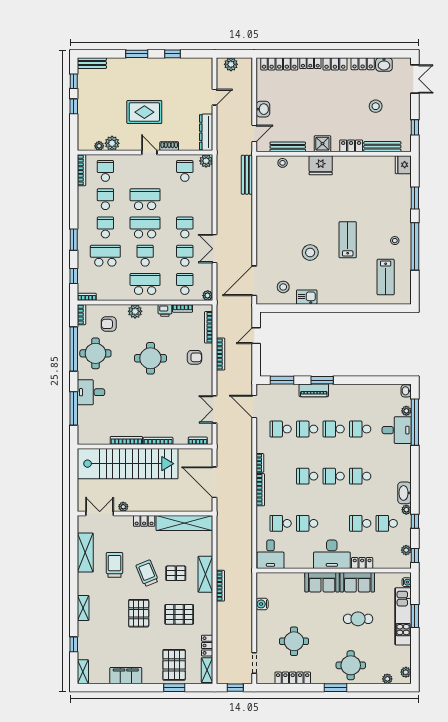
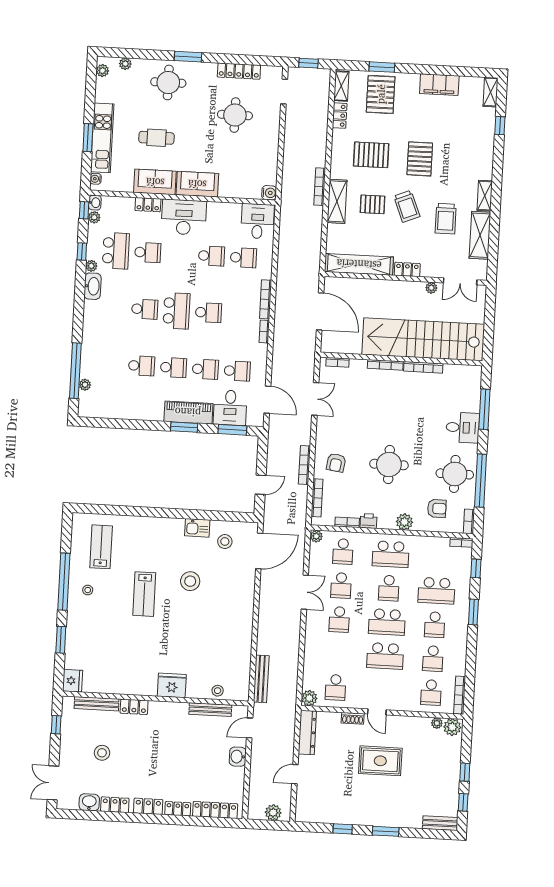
plant: (112, 143) -> (452, 727), moved
shower: (322, 144) -> (168, 711), removed
armchair: (194, 357) -> (336, 463), turned -82
piano: (314, 390) -> (188, 412), width x1.37, depth x1.33
washbasin: (406, 391) -> (95, 203), moved
desk: (397, 430) -> (230, 408), moved, turned -90
school desk: (334, 476) -> (177, 311), width x1.85
school desk: (387, 523) -> (116, 251), width x1.85
water cooler: (262, 604) -> (269, 193), moved
shelving: (83, 608) -> (485, 196), moved

